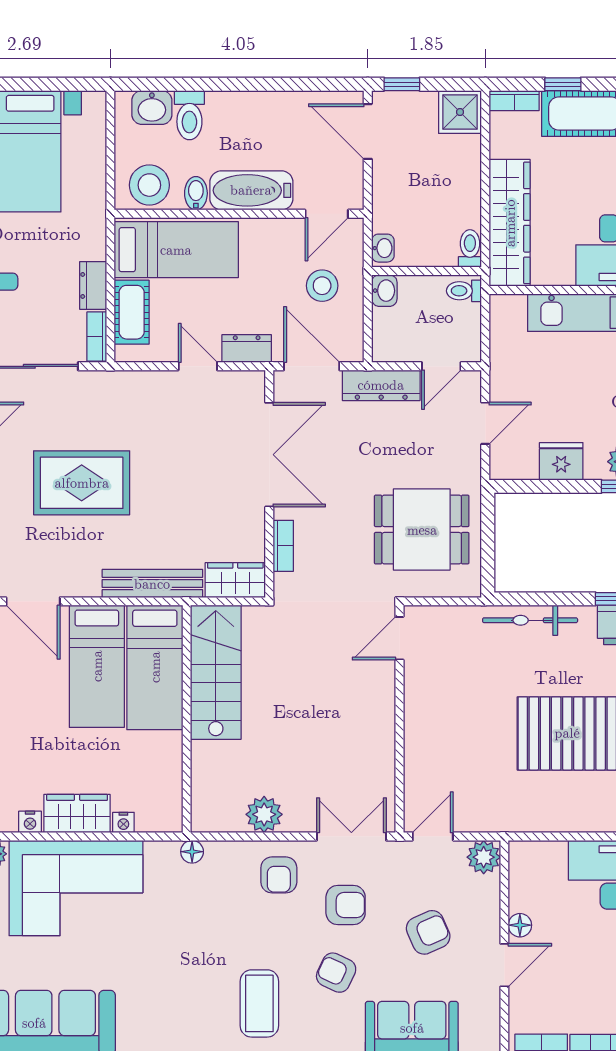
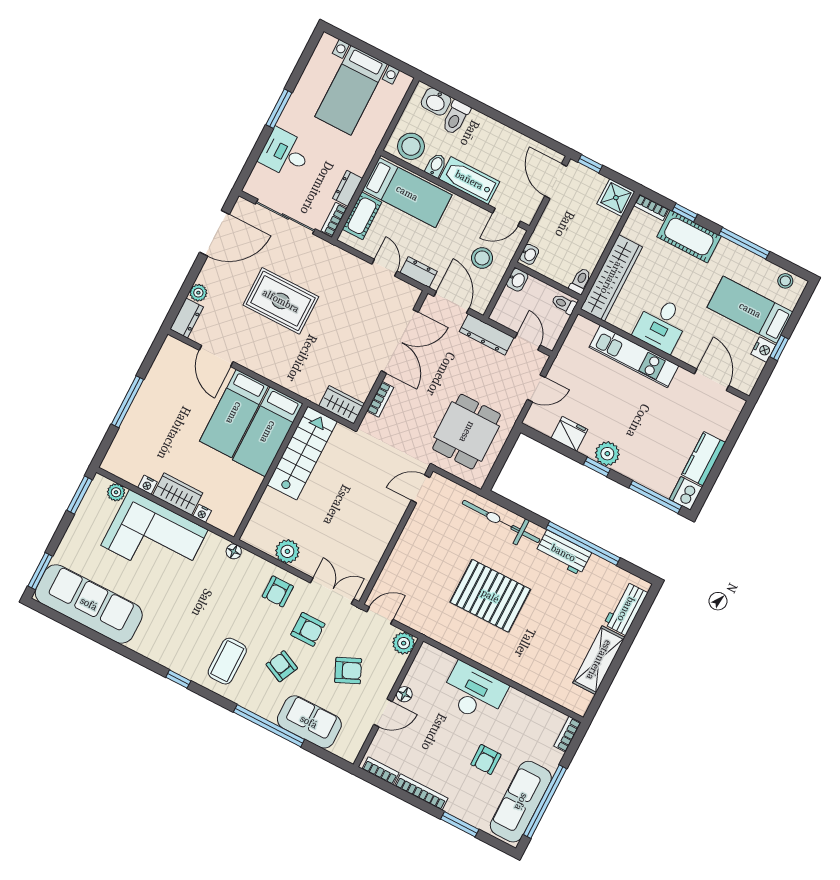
door: (441, 366) -> (528, 342), swing flipped
dining table: (422, 530) -> (467, 432), turned 90
bench: (152, 584) -> (292, 382), removed
bicycle: (530, 620) -> (501, 521), width x1.37, depth x1.40

